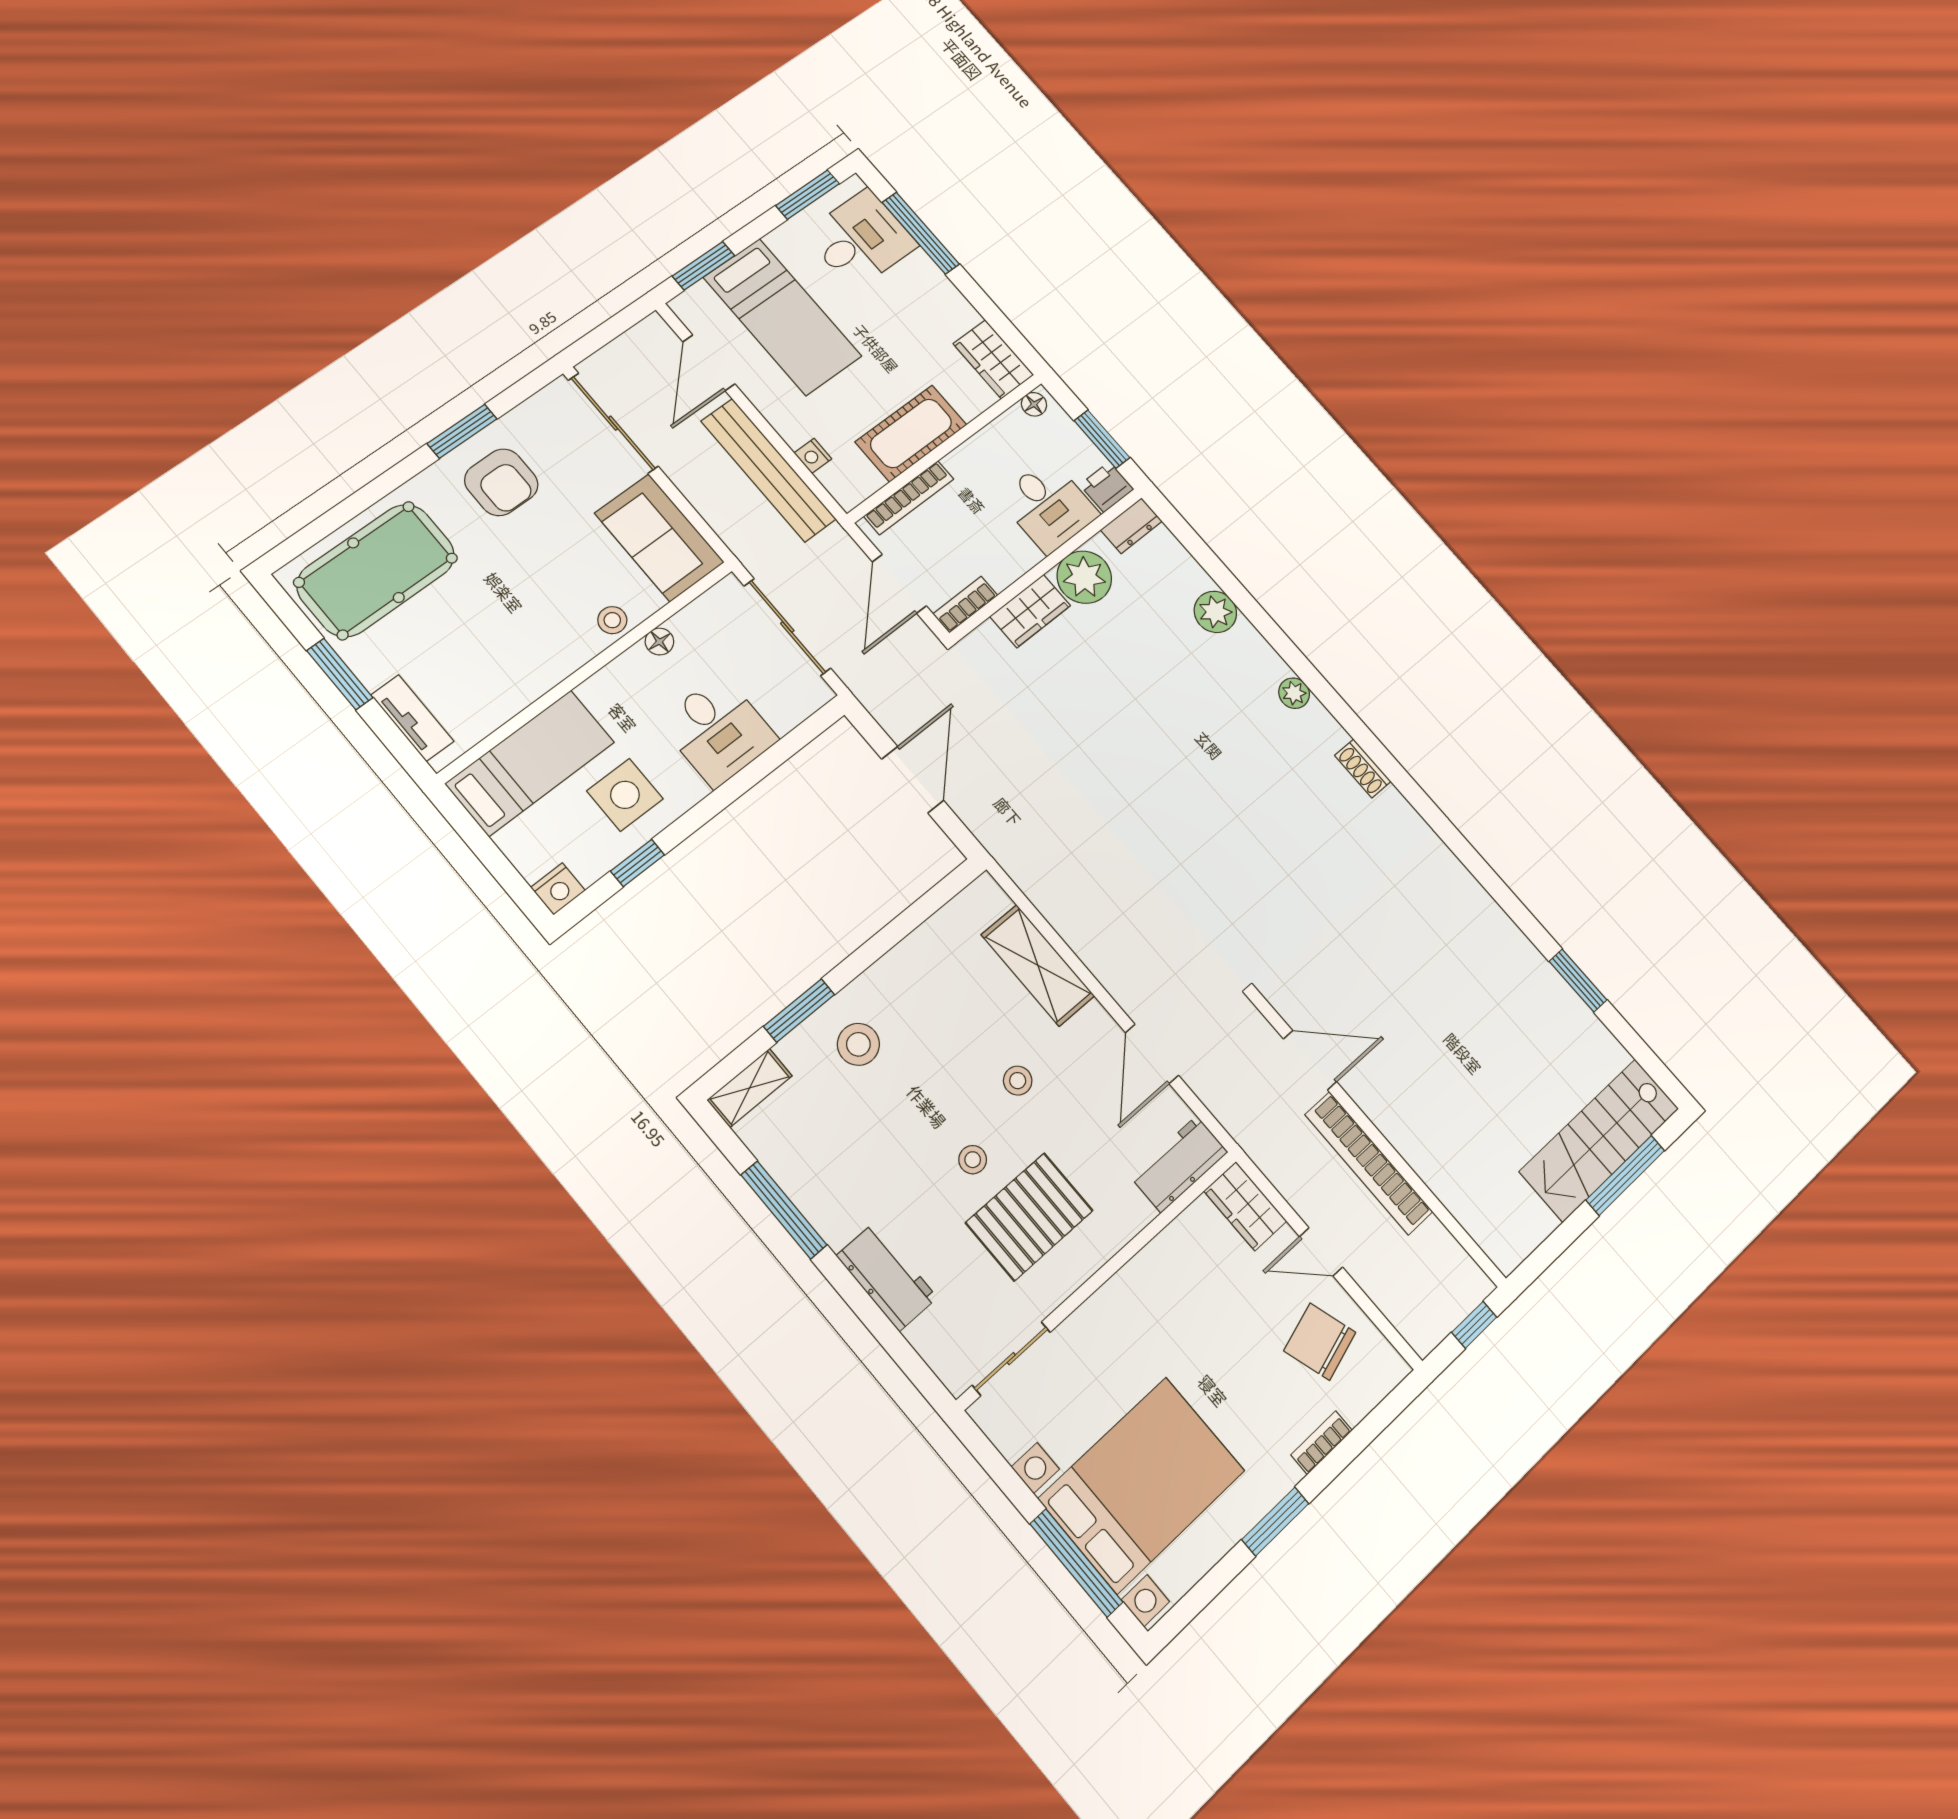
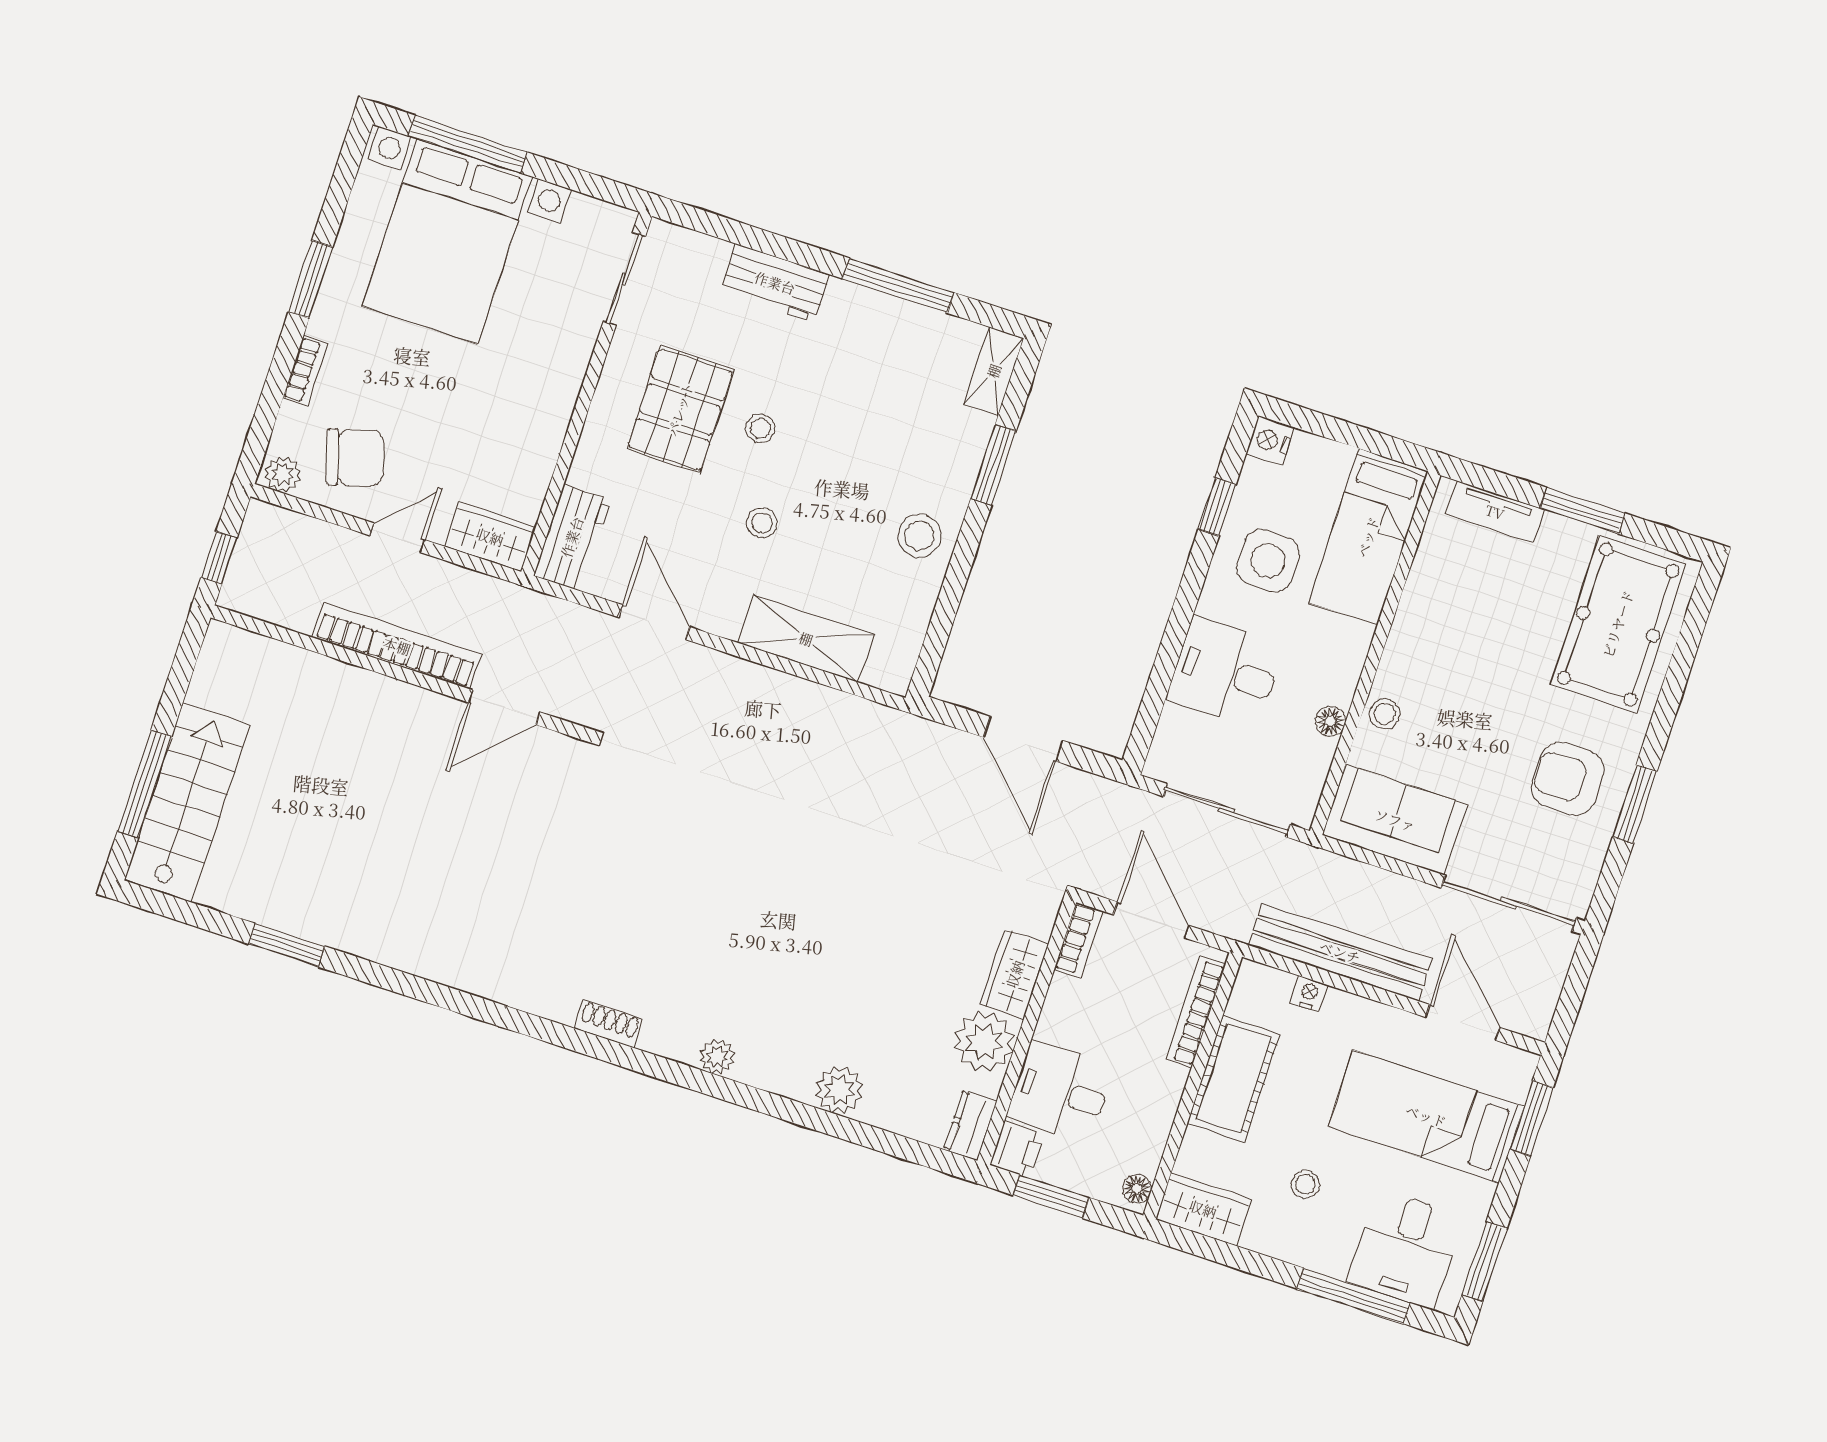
stool: (906, 328) -> (1305, 1184), added
stool: (858, 1044) -> (920, 536), moved
plant: (1386, 1364) -> (283, 474), added

